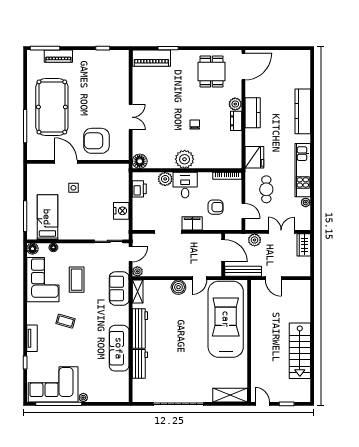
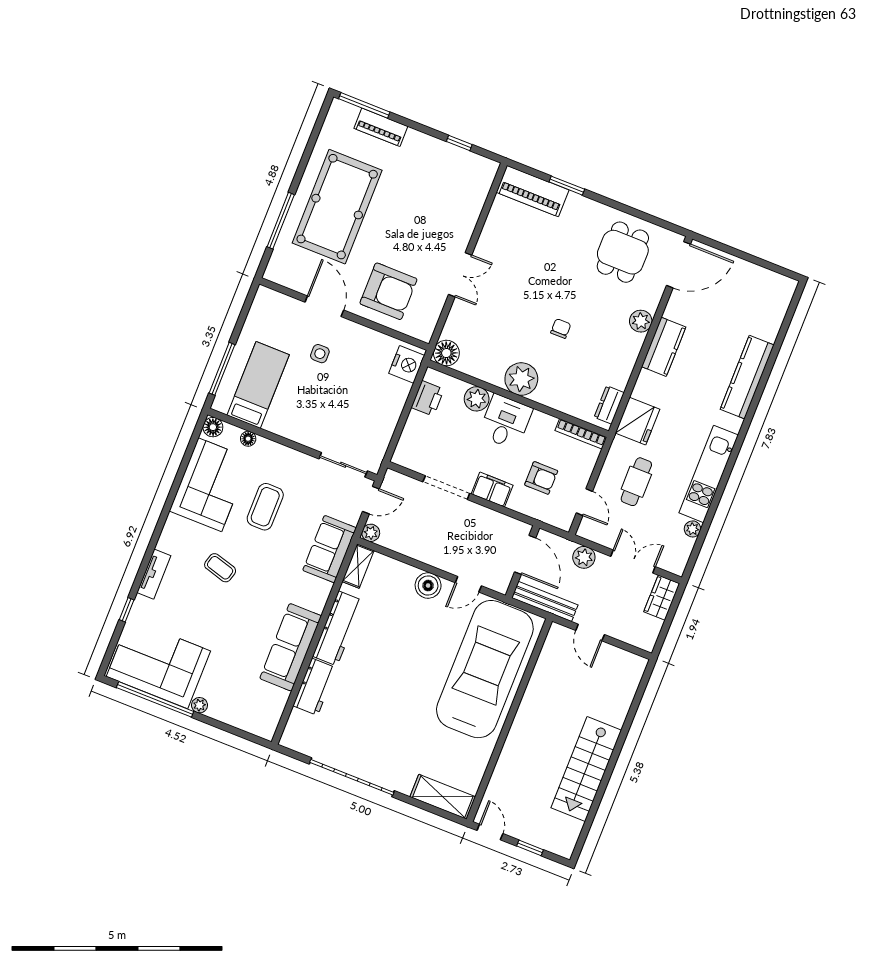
dresser: (236, 121) -> (609, 405), moved
armchair: (96, 141) -> (388, 291), turned 180
nightstand: (121, 211) -> (407, 364), moved

